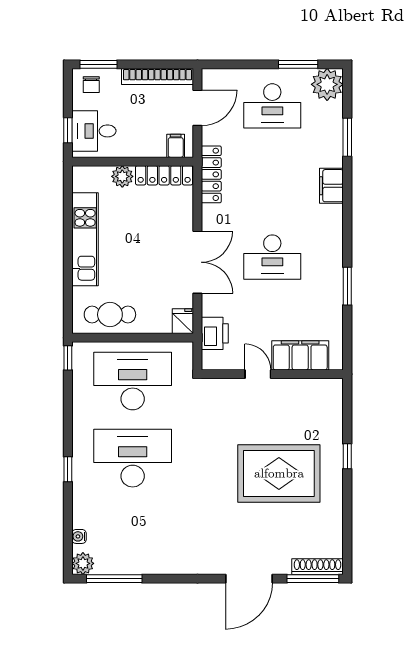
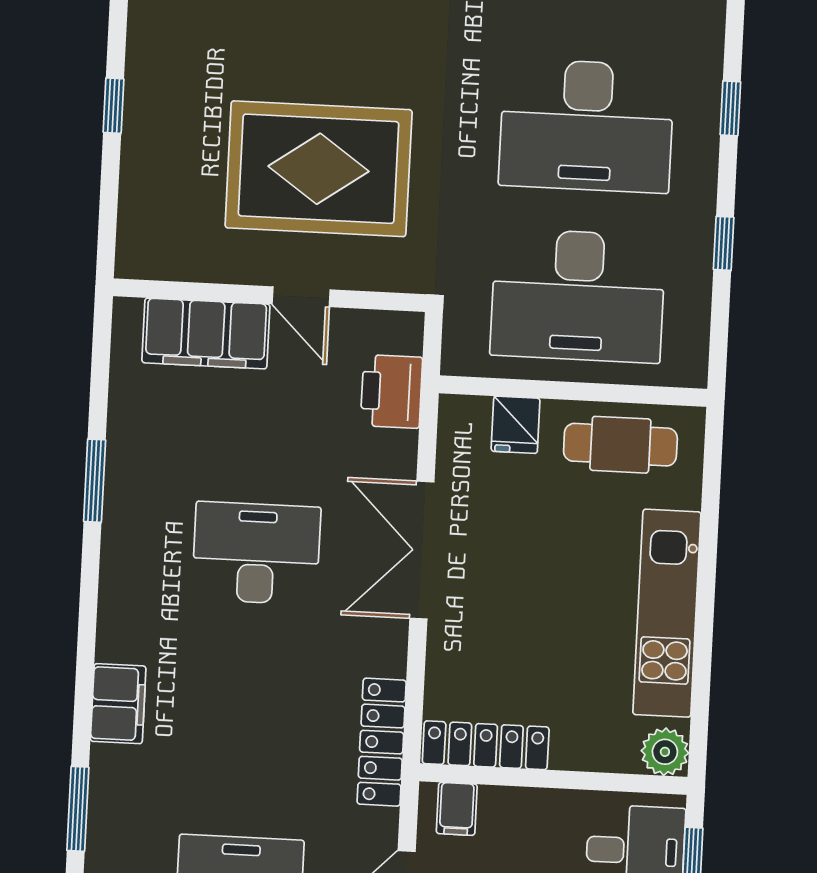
plant: (122, 176) -> (665, 752), moved
fridge: (183, 321) -> (516, 425), moved
window: (68, 358) -> (724, 243), moved
rug: (279, 473) -> (319, 169), moved

